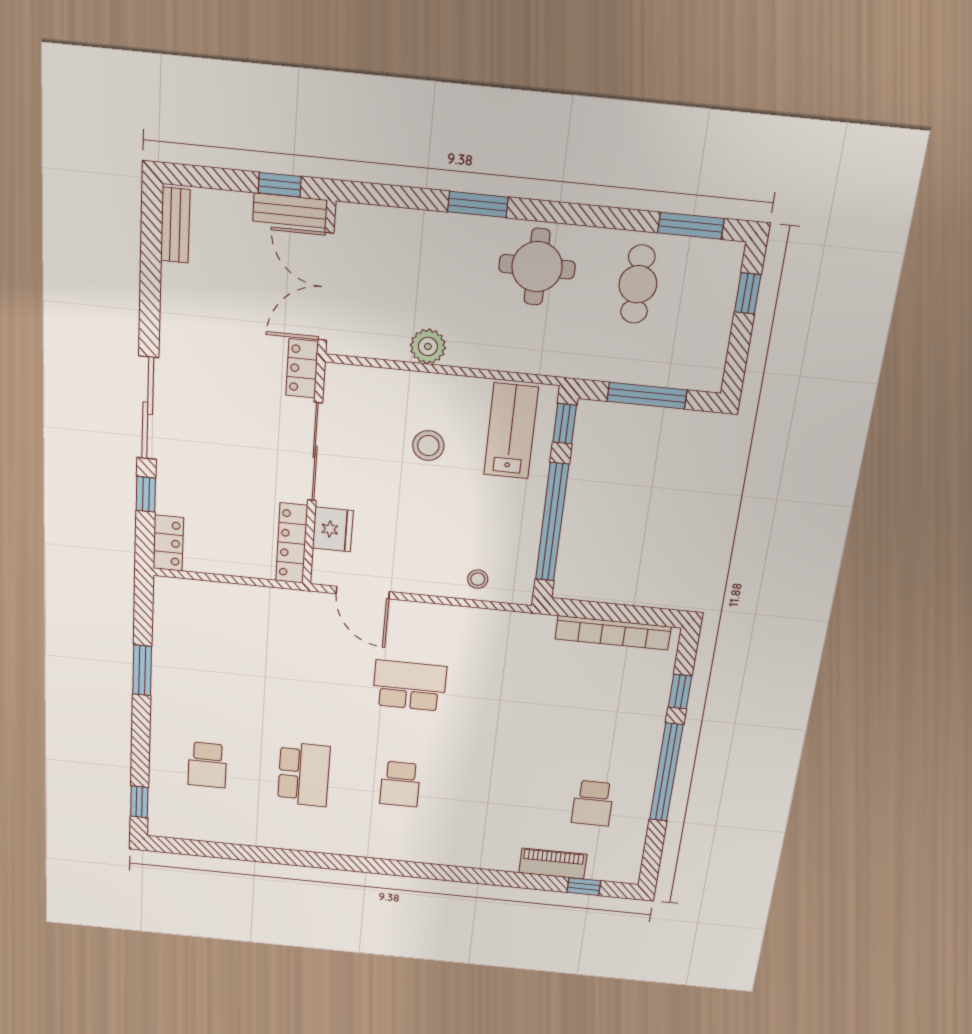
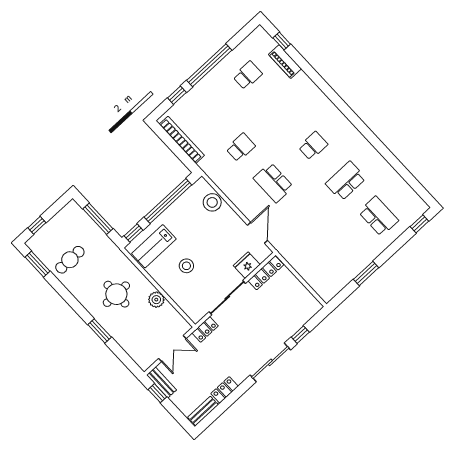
round table: (537, 267) -> (116, 294), moved
double door: (326, 287) -> (172, 349), width x0.73
locker: (168, 543) -> (225, 390), moved
stool: (478, 579) -> (212, 202), width x1.89, depth x1.89
school desk: (508, 695) -> (241, 147), added
school desk: (207, 765) -> (378, 216), width x1.85

